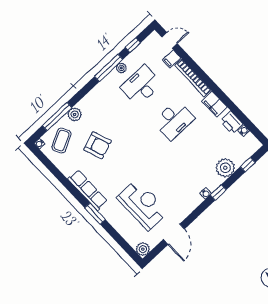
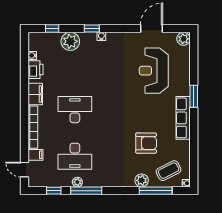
armchair: (97, 145) -> (146, 143), turned 110

